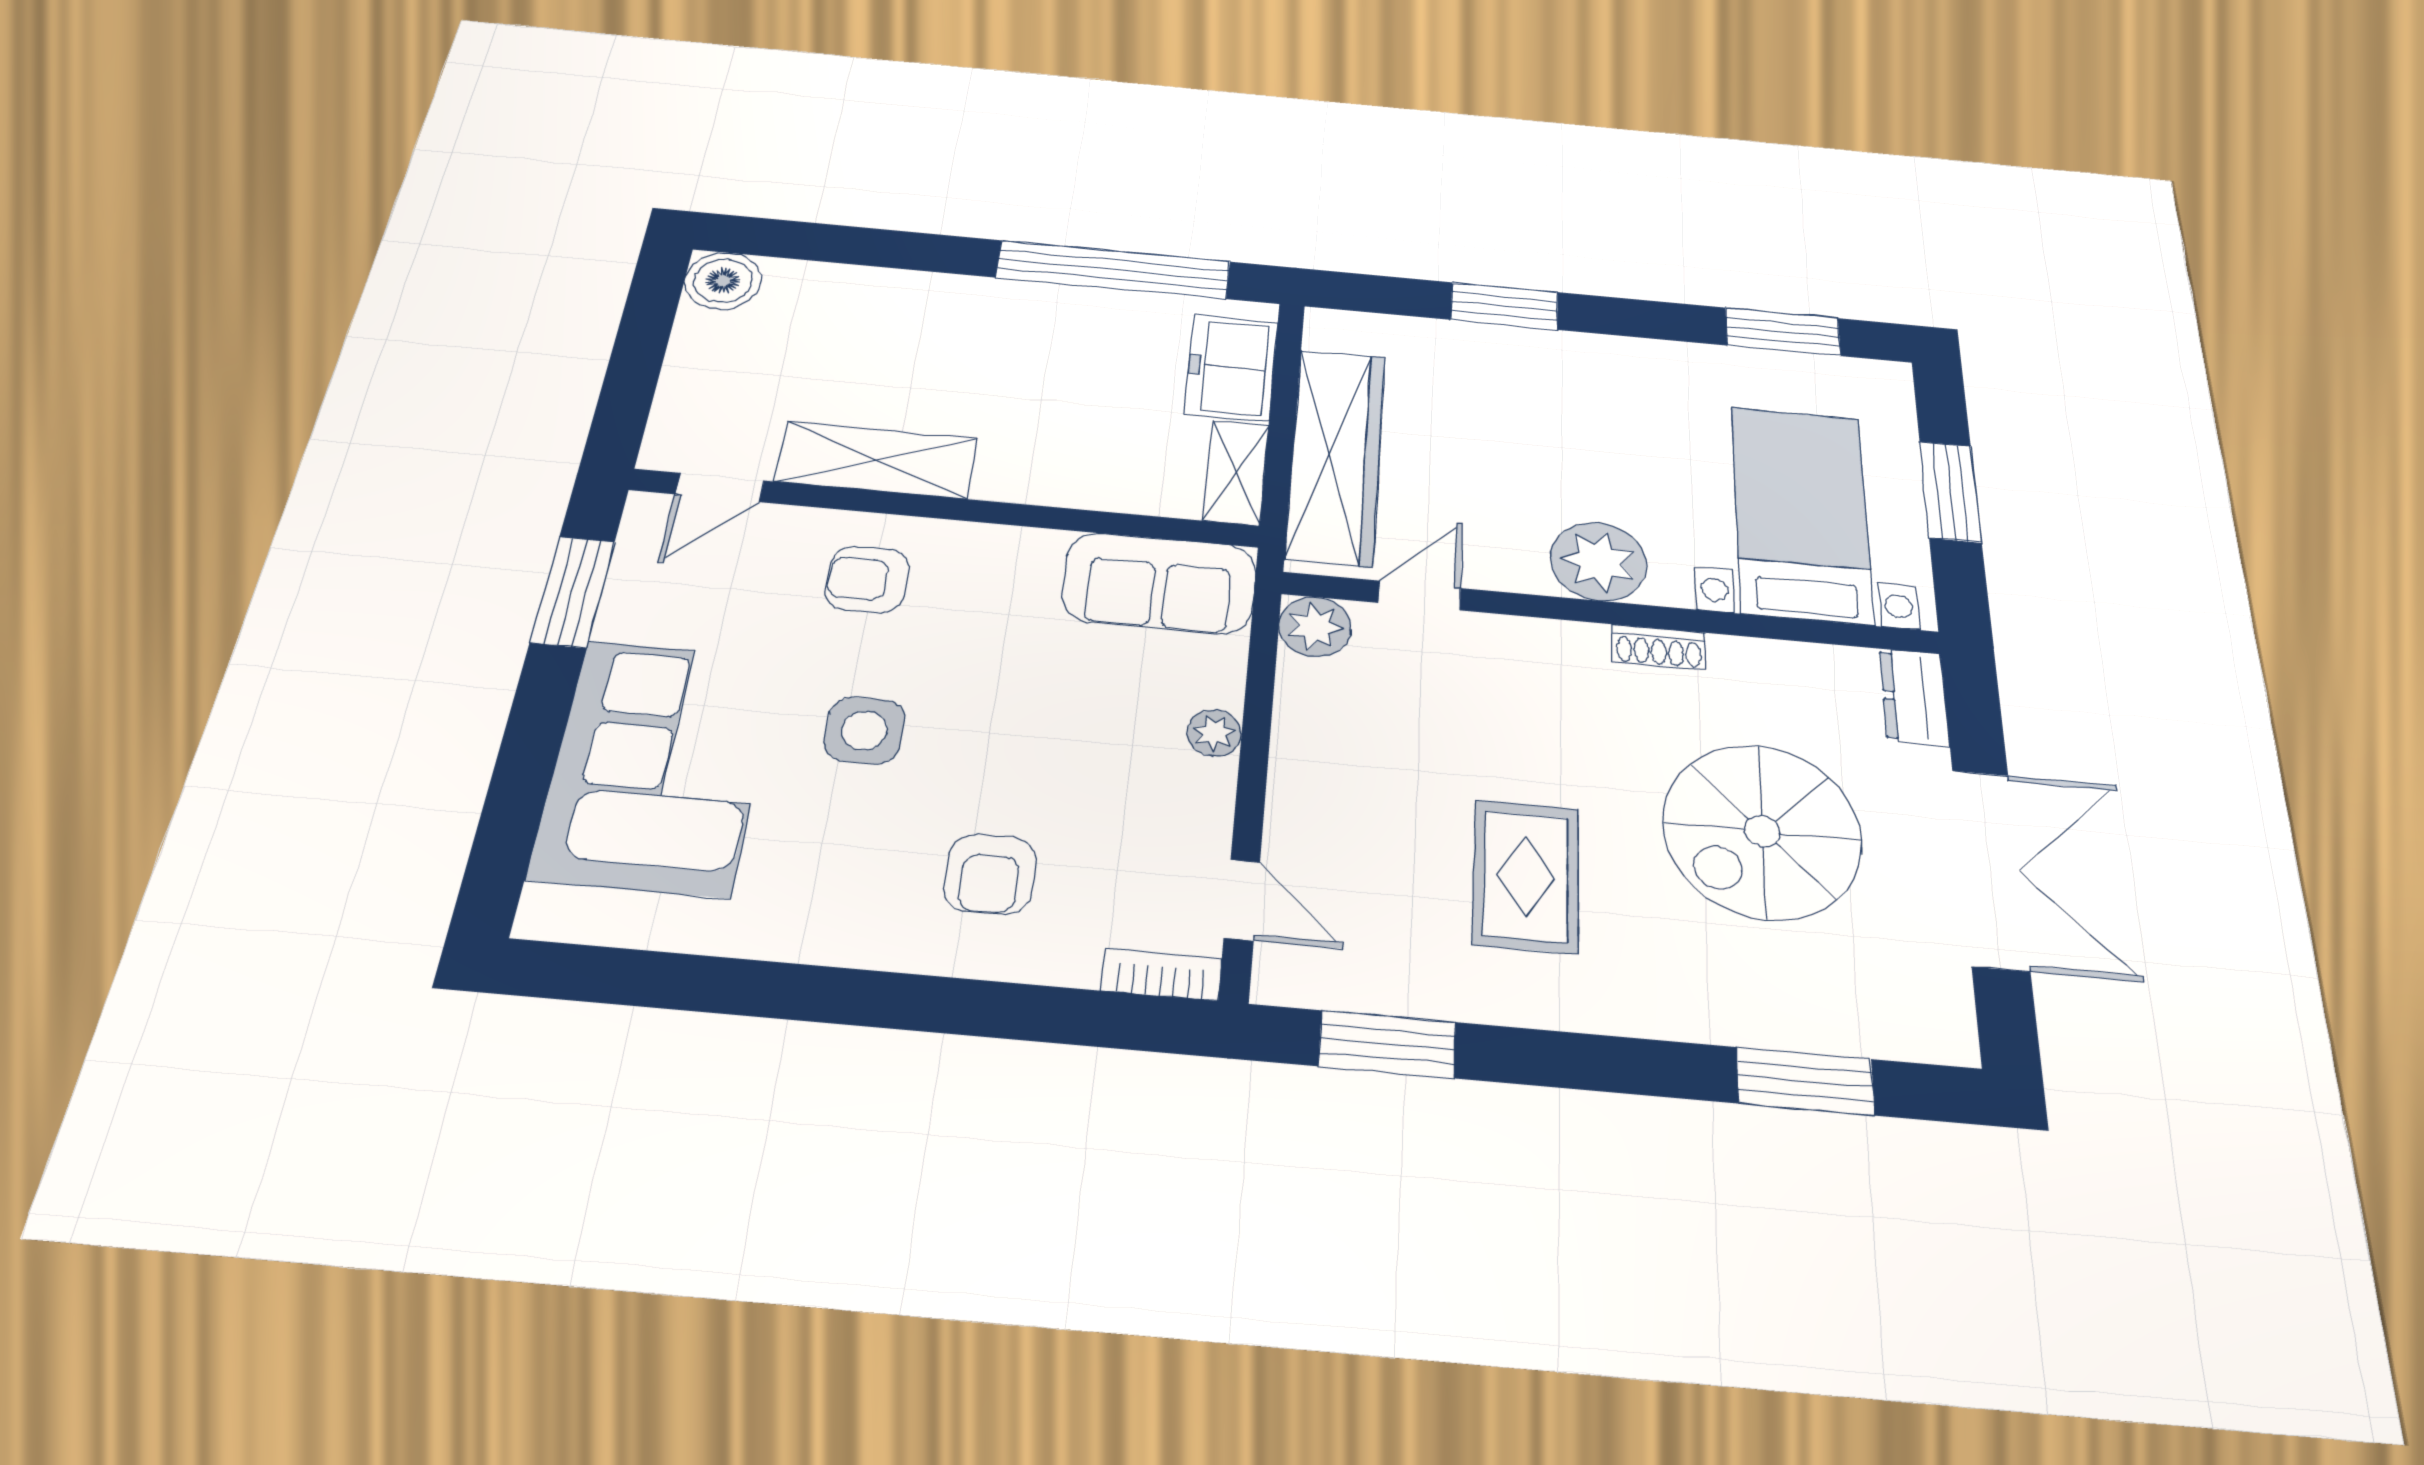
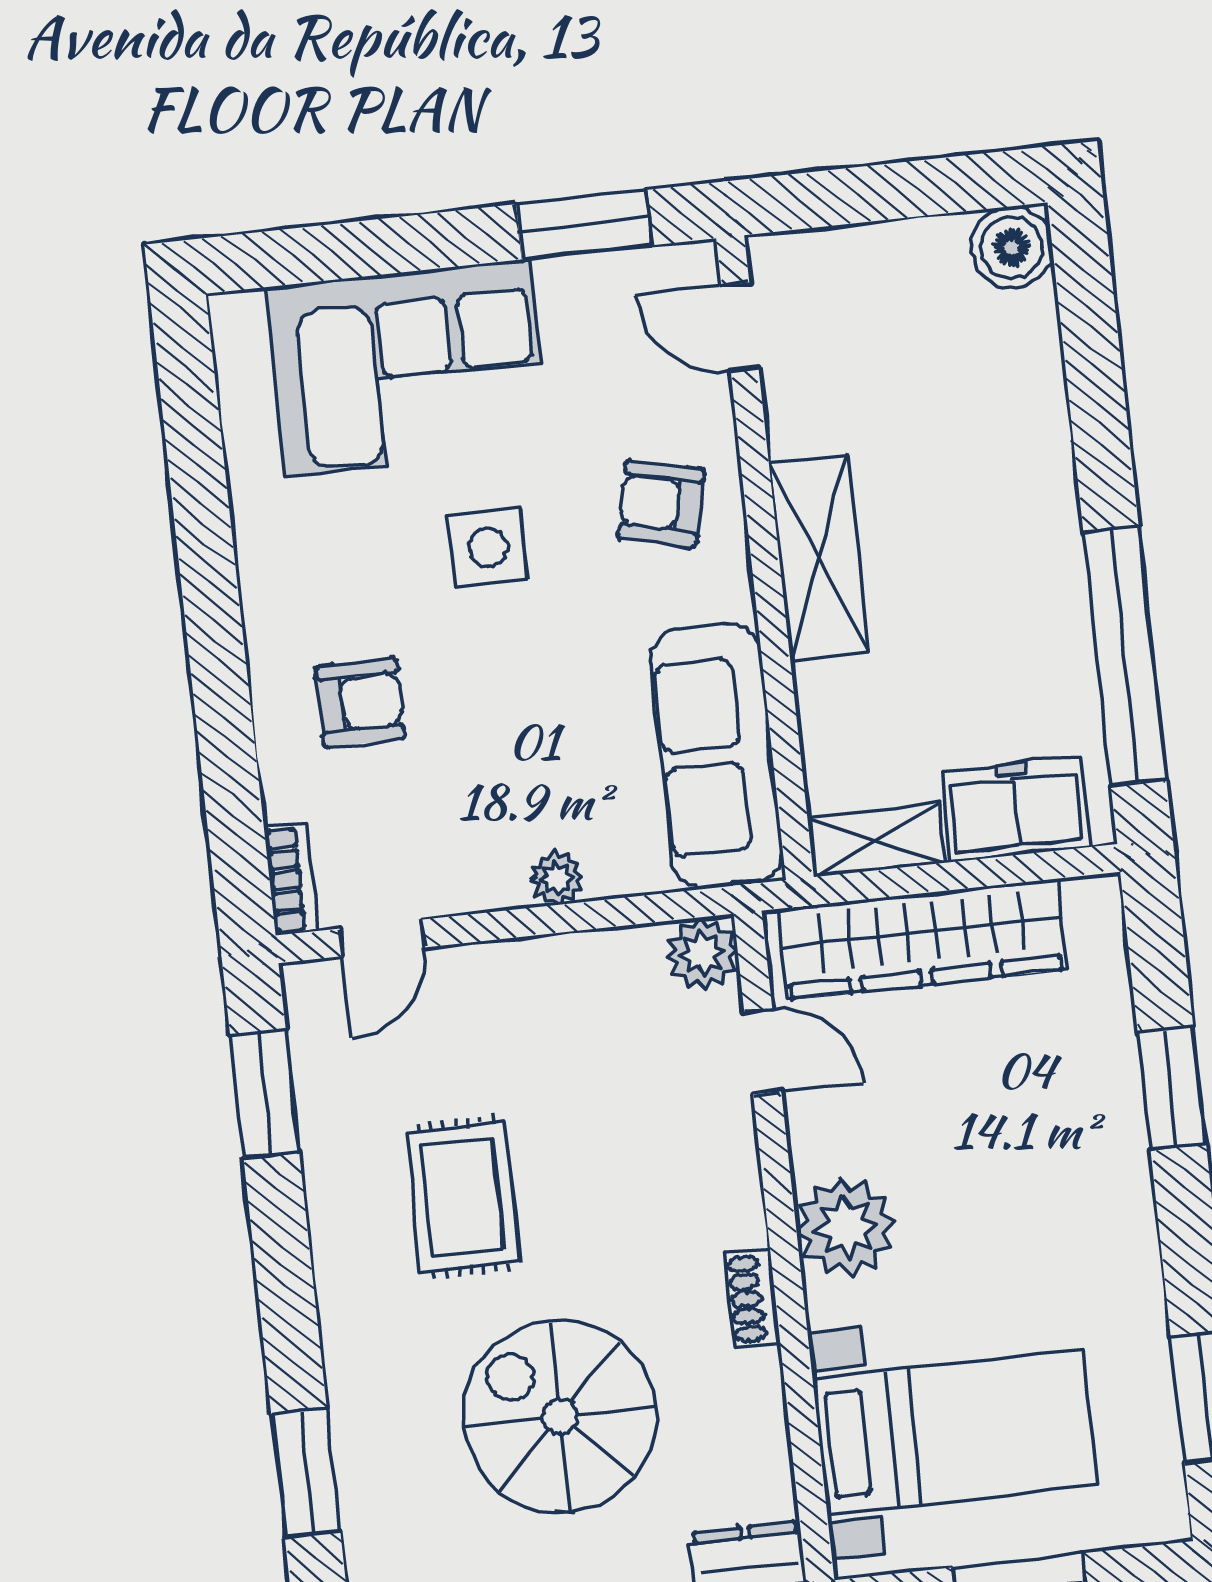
shelving: (876, 460) -> (819, 558), moved
armchair: (867, 579) -> (661, 503), turned -77
sofa: (1159, 583) -> (717, 756), width x1.36
armchair: (990, 874) -> (360, 703), turned 180
rug: (1526, 876) -> (463, 1197), turned 90

